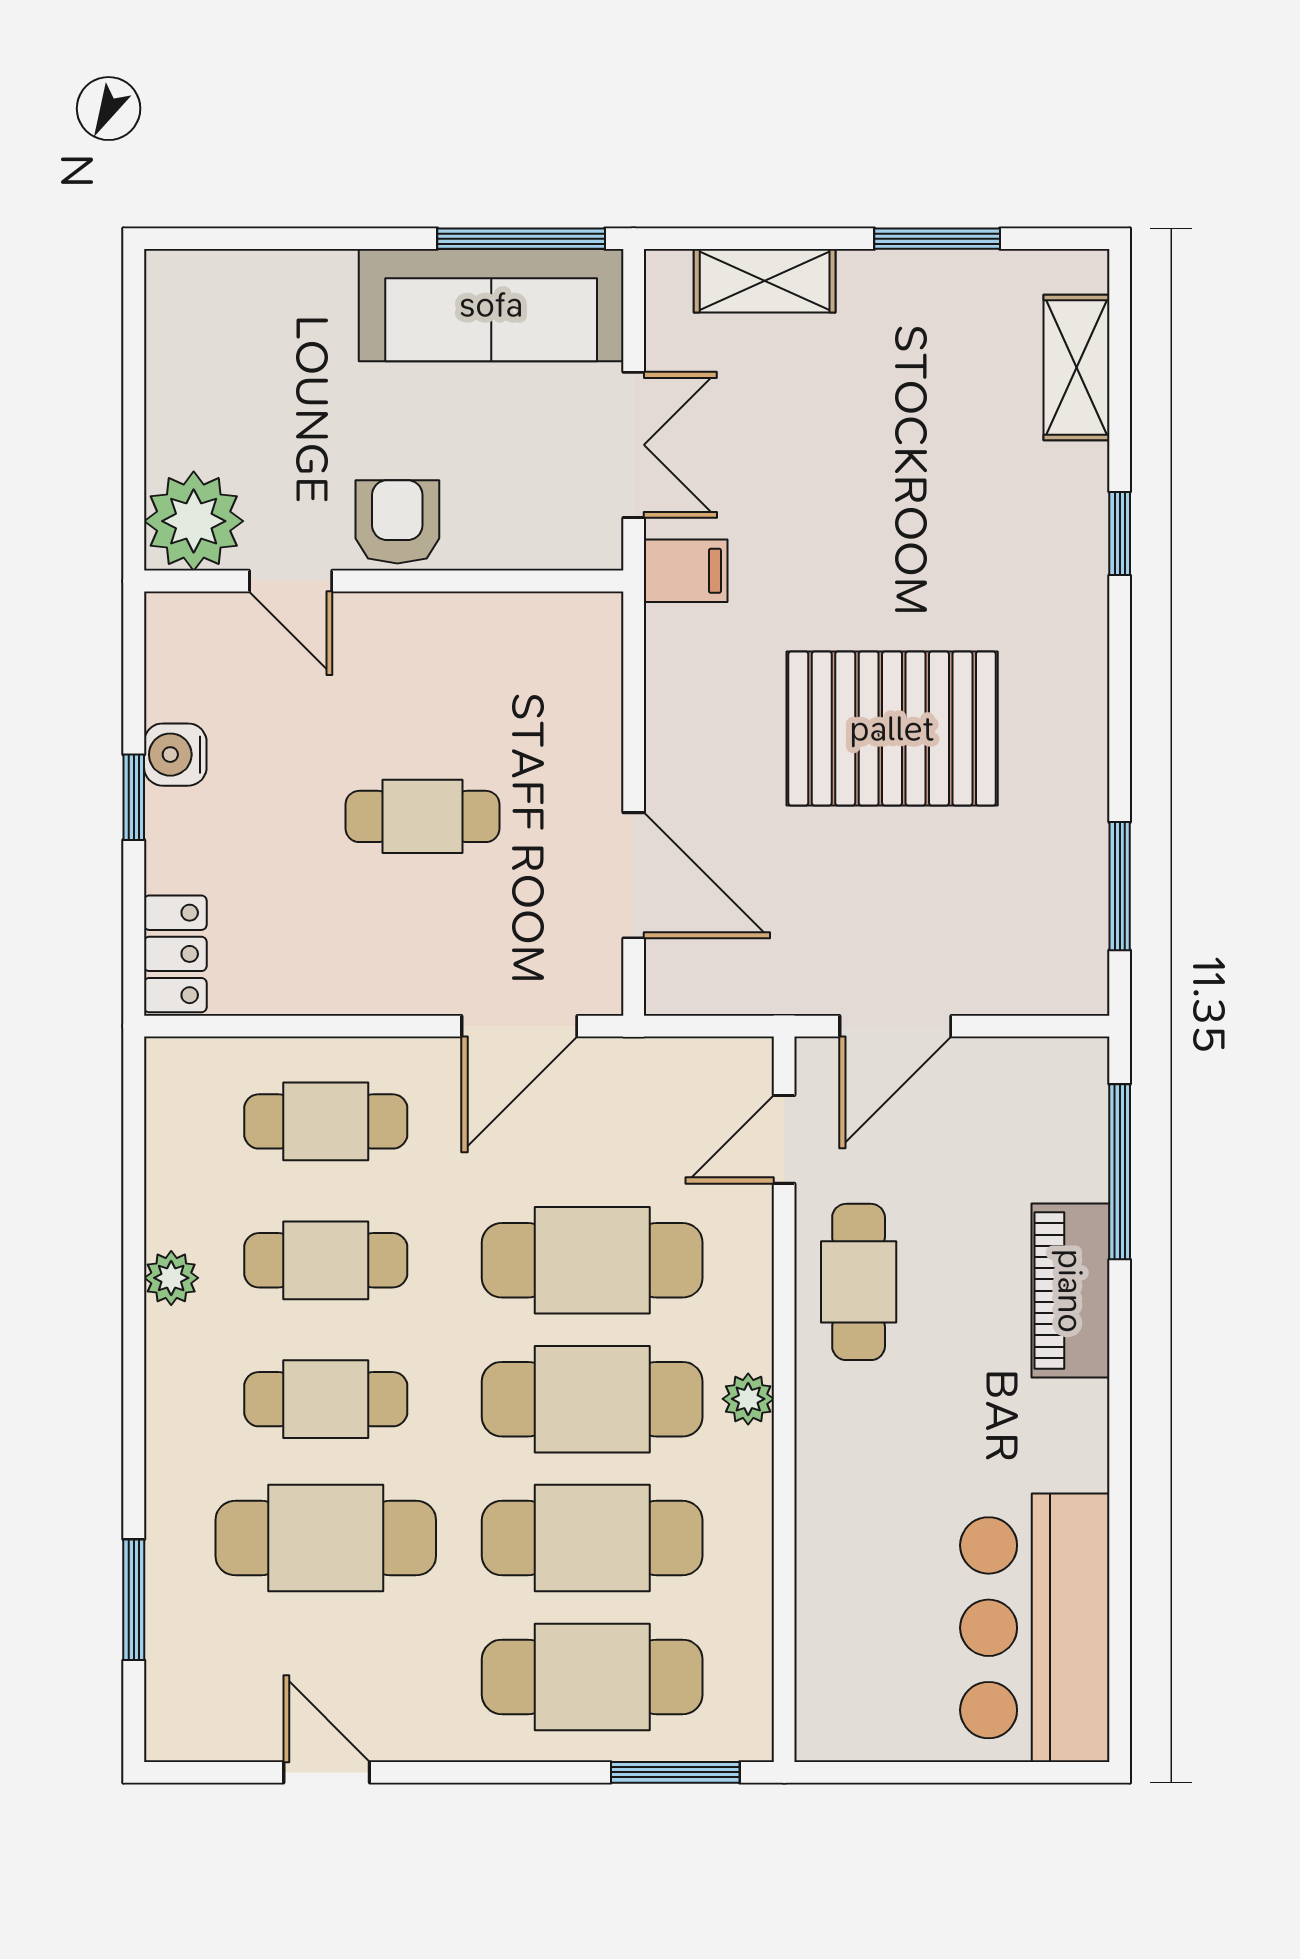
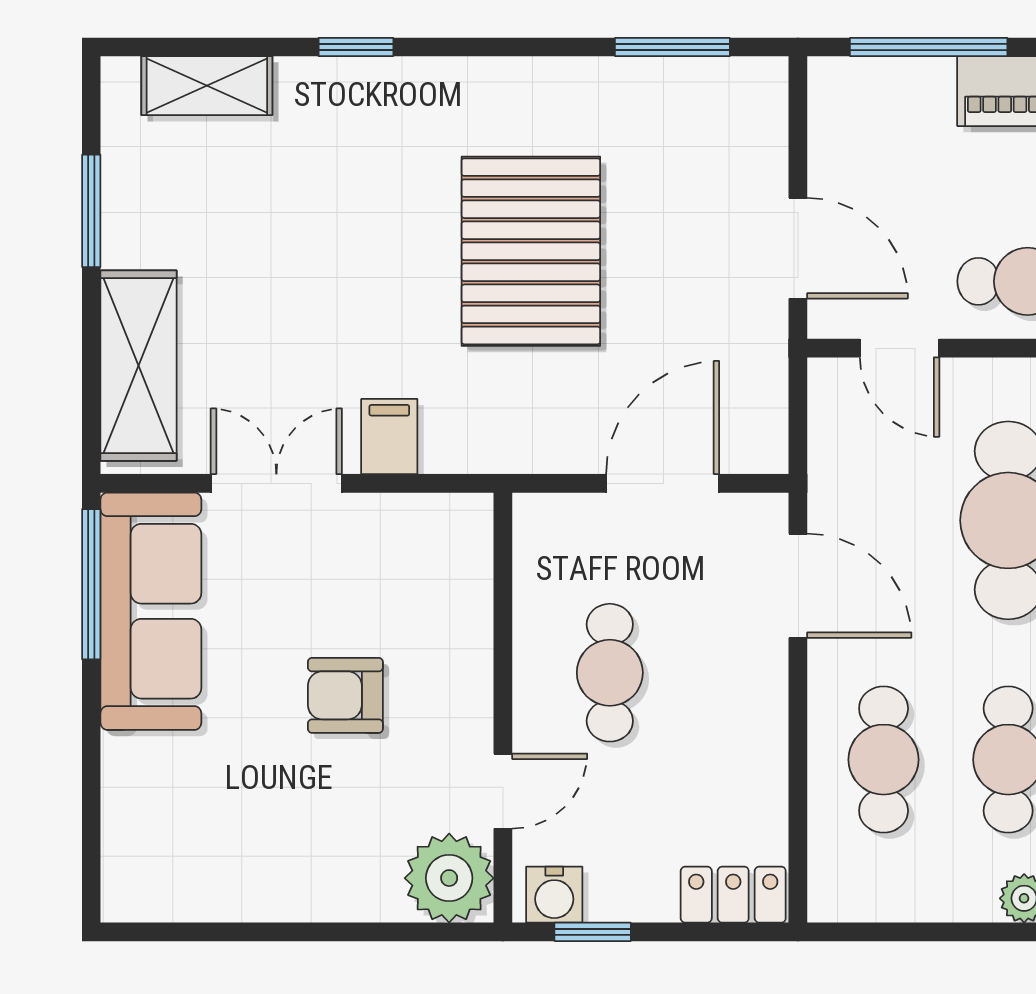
shelving: (765, 281) -> (139, 366), width x1.50, depth x1.33
plant: (194, 521) -> (449, 878), moved
door: (291, 581) -> (503, 791), moved
wall: (384, 581) -> (503, 708), moved

